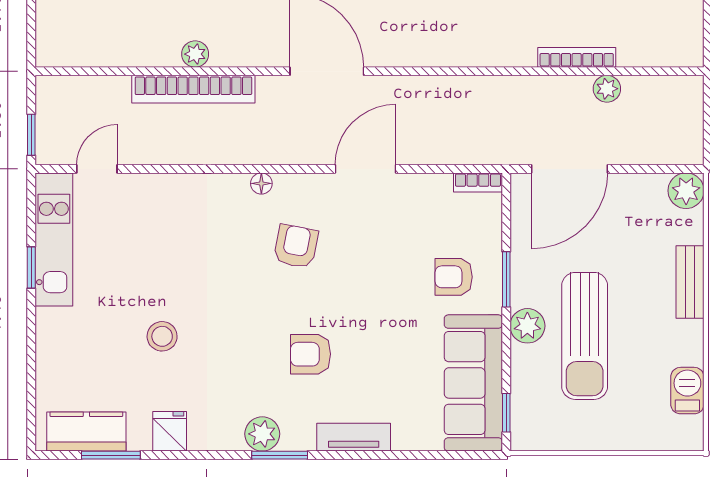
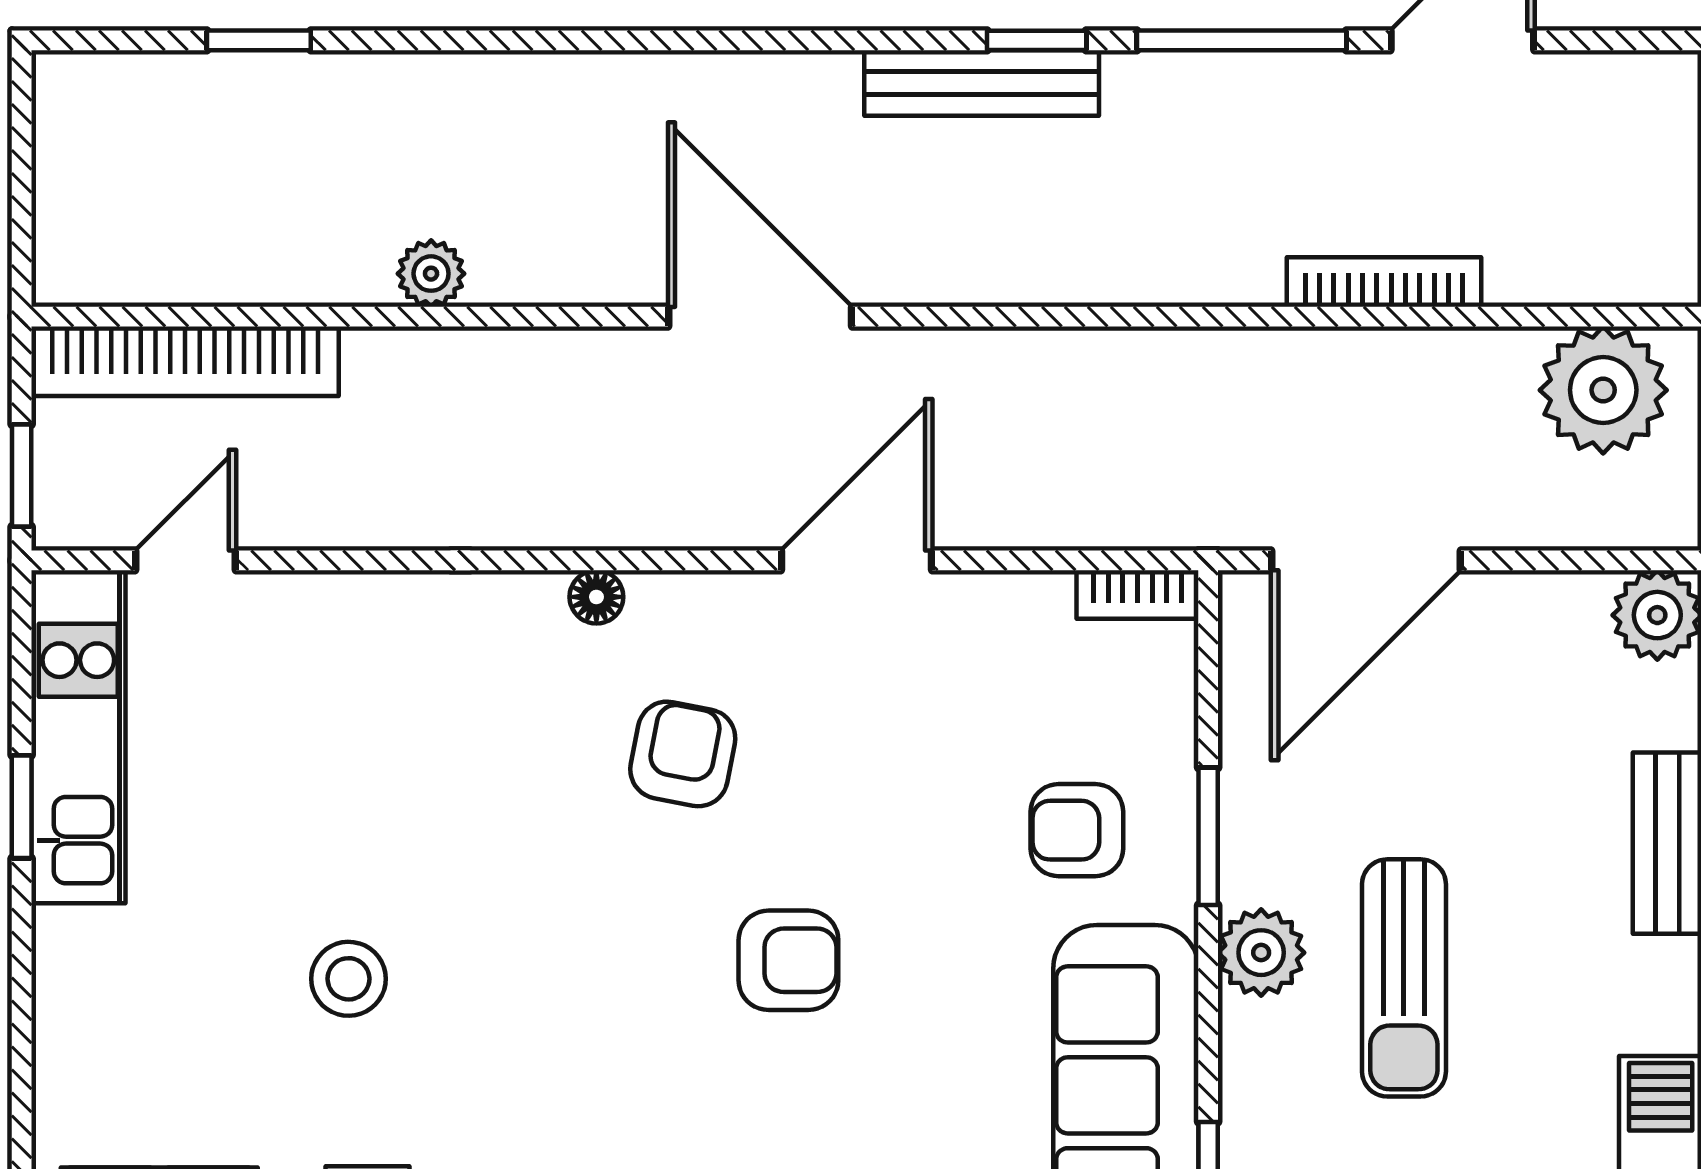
bookcase: (193, 89) -> (185, 361), moved
plant: (607, 89) -> (1603, 390), moved, width x1.88, depth x1.88
sun lounger: (585, 336) -> (1404, 978), width x0.73, depth x0.75
armchair: (310, 354) -> (788, 960), moved, turned 180

